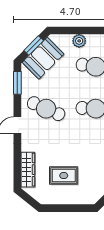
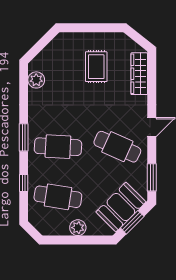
rug: (64, 176) -> (96, 67), turned 90

